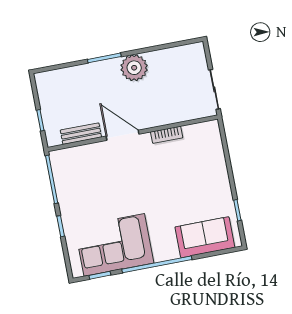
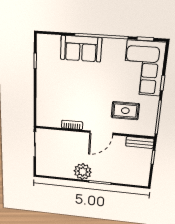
bench: (81, 134) -> (140, 142), moved
door: (123, 135) -> (101, 133), hinge flipped
rug: (98, 176) -> (125, 111), added
sofa: (205, 237) -> (81, 49), moved
corner sofa: (114, 245) -> (144, 68), moved, turned 90

